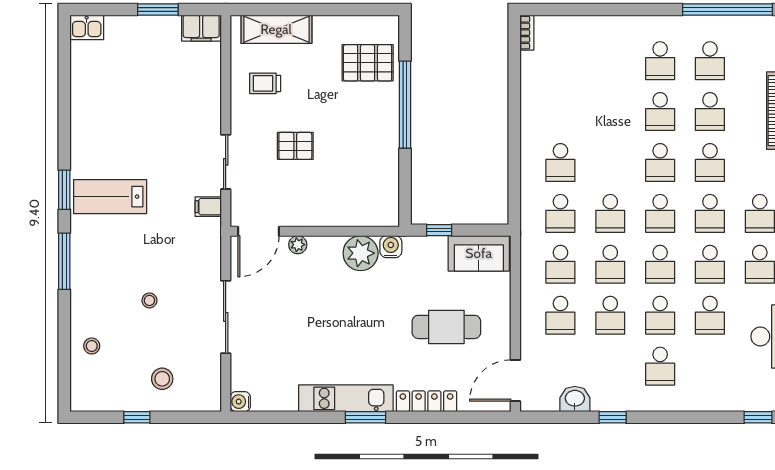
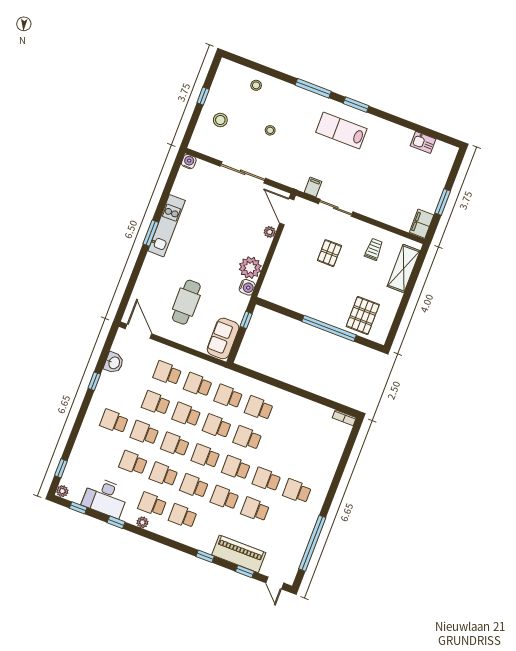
kitchen sink: (87, 27) -> (423, 142), moved, turned -90
school desk: (710, 61) -> (247, 438), moved
lab bench: (110, 197) -> (341, 130), turned -90
locker: (427, 401) -> (146, 273), removed

